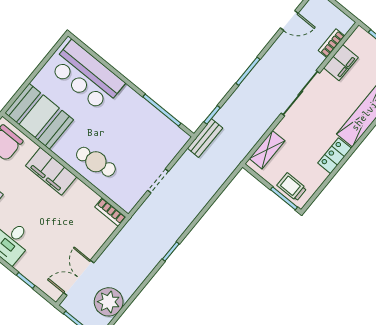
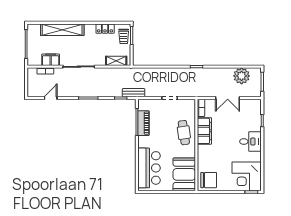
door: (289, 21) -> (51, 98), hinge flipped
piano: (153, 118) -> (144, 123), added
locker: (335, 156) -> (105, 29), moved
filing cabinet: (51, 171) -> (204, 131), moved
double door: (79, 278) -> (228, 98), moved

